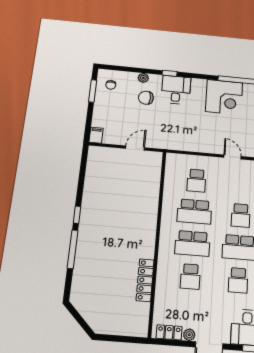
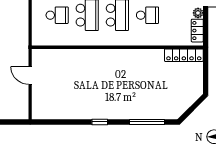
filing cabinet: (96, 135) -> (21, 114), removed
window: (73, 249) -> (147, 122), moved
locker: (145, 280) -> (184, 55), moved

